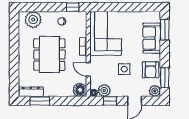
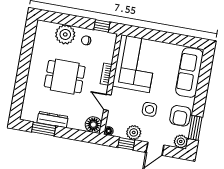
plant: (33, 20) -> (65, 34), moved
window: (165, 30) -> (205, 72), removed
sofa: (152, 38) -> (189, 72), width x1.36
dining table: (49, 54) -> (65, 77), width x0.73
plant: (104, 90) -> (134, 132), moved
dresser: (31, 92) -> (53, 120), moved

